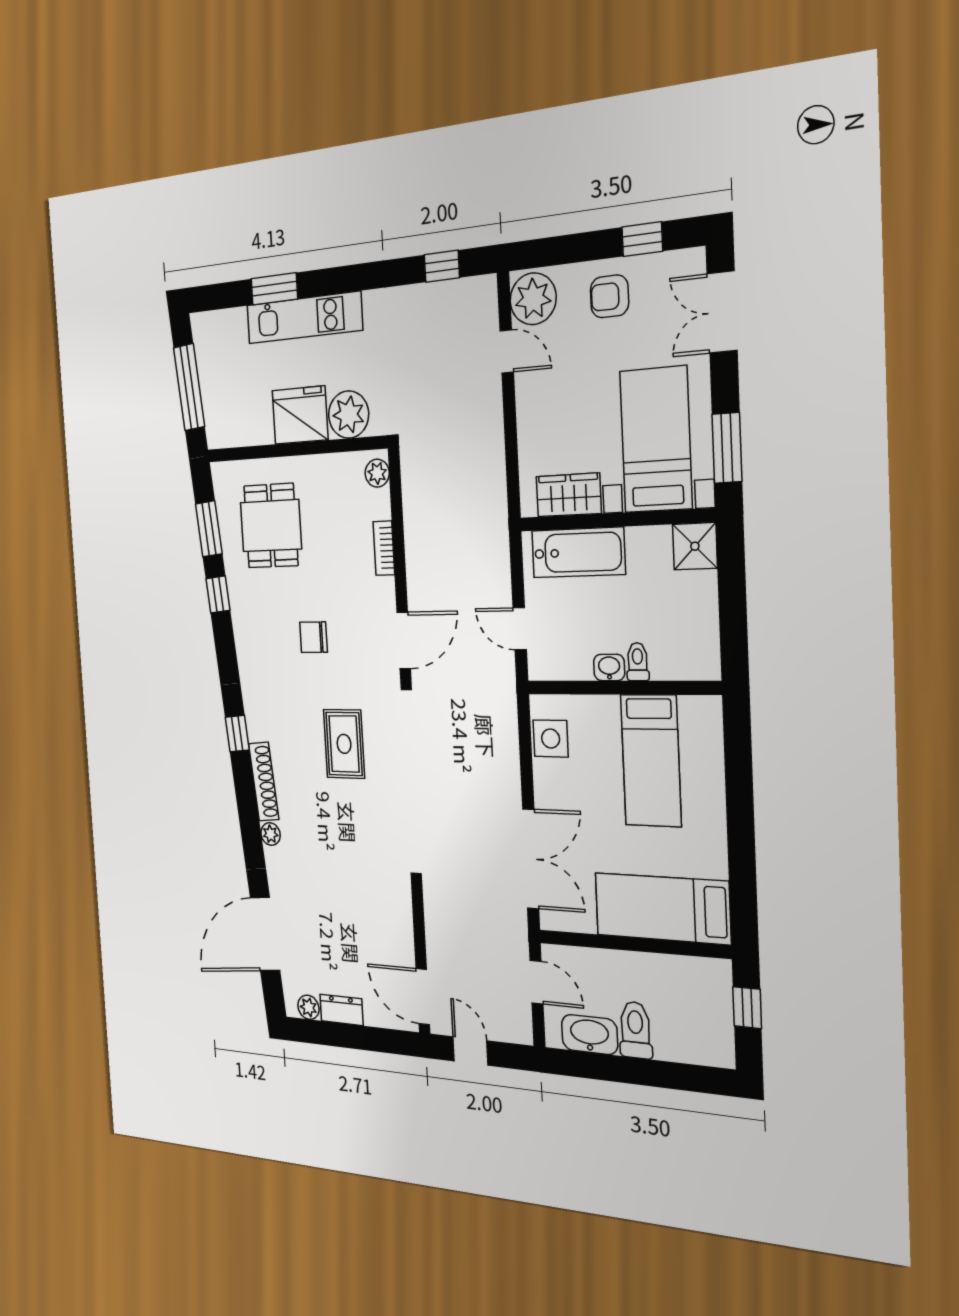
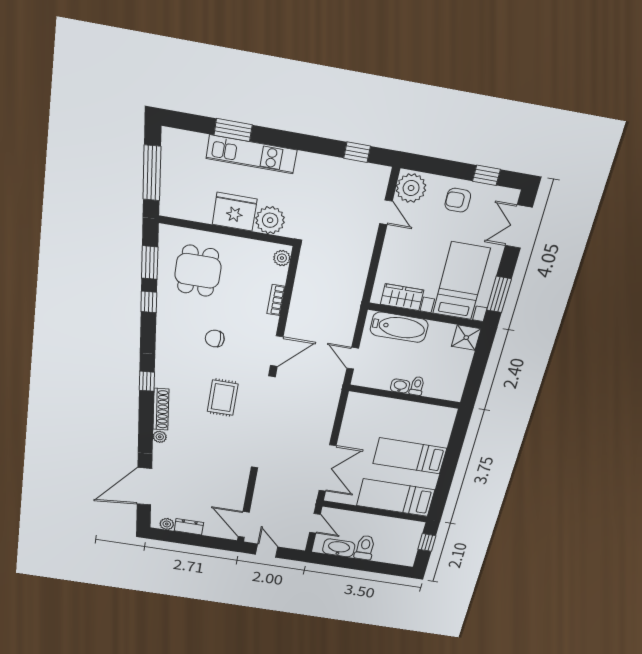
side table: (551, 739) -> (356, 414), removed
bed: (651, 761) -> (410, 456), moved, turned 90

